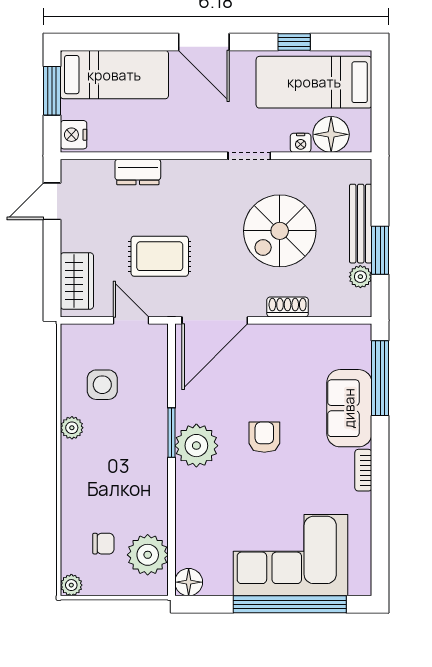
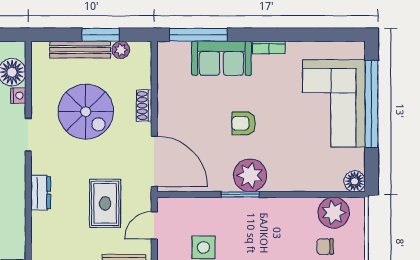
dresser: (138, 172) -> (41, 193), moved
chair: (103, 544) -> (325, 247), turned -90

